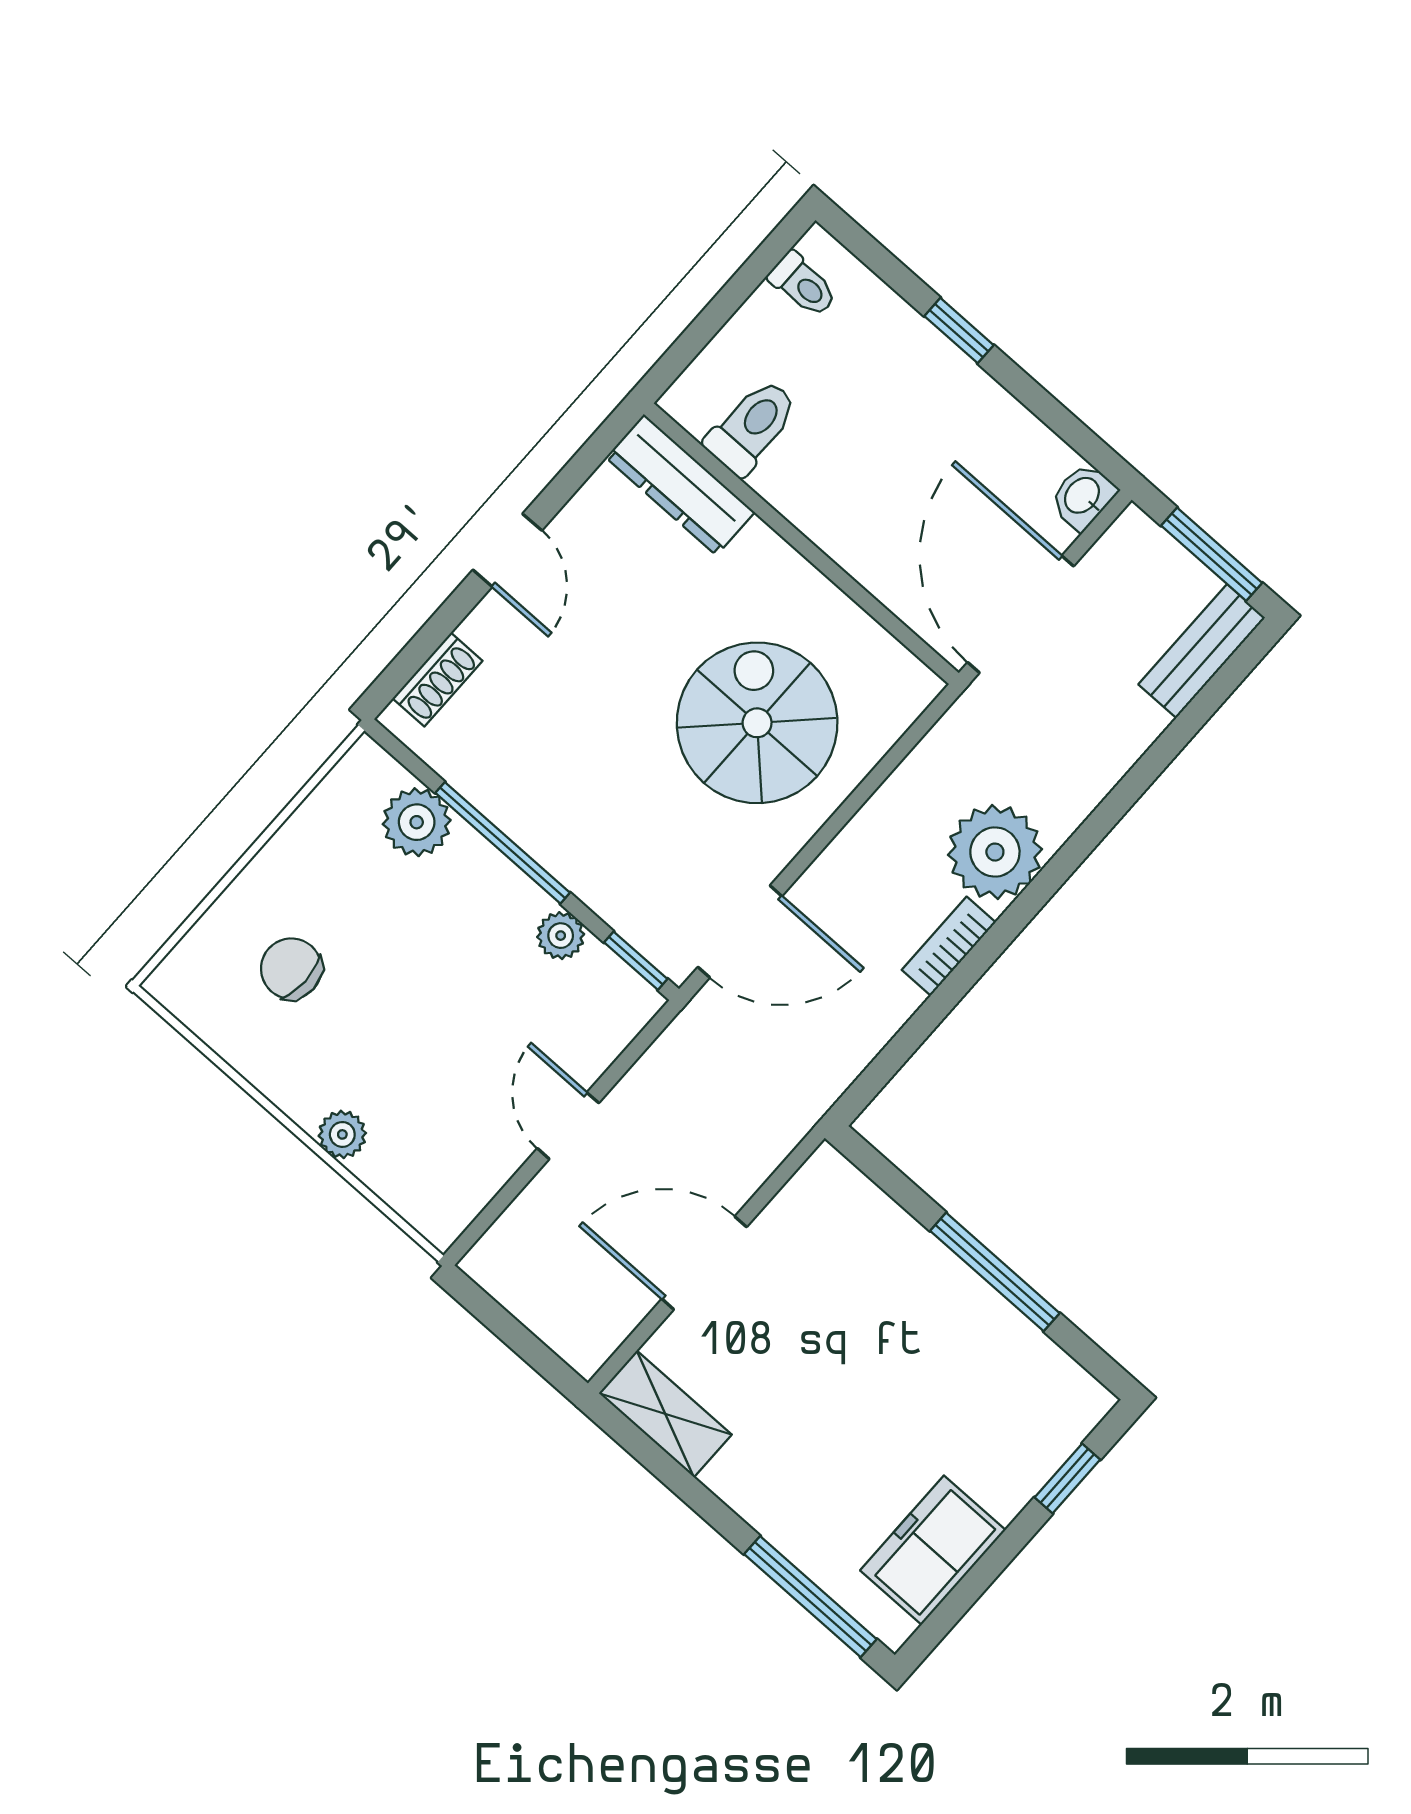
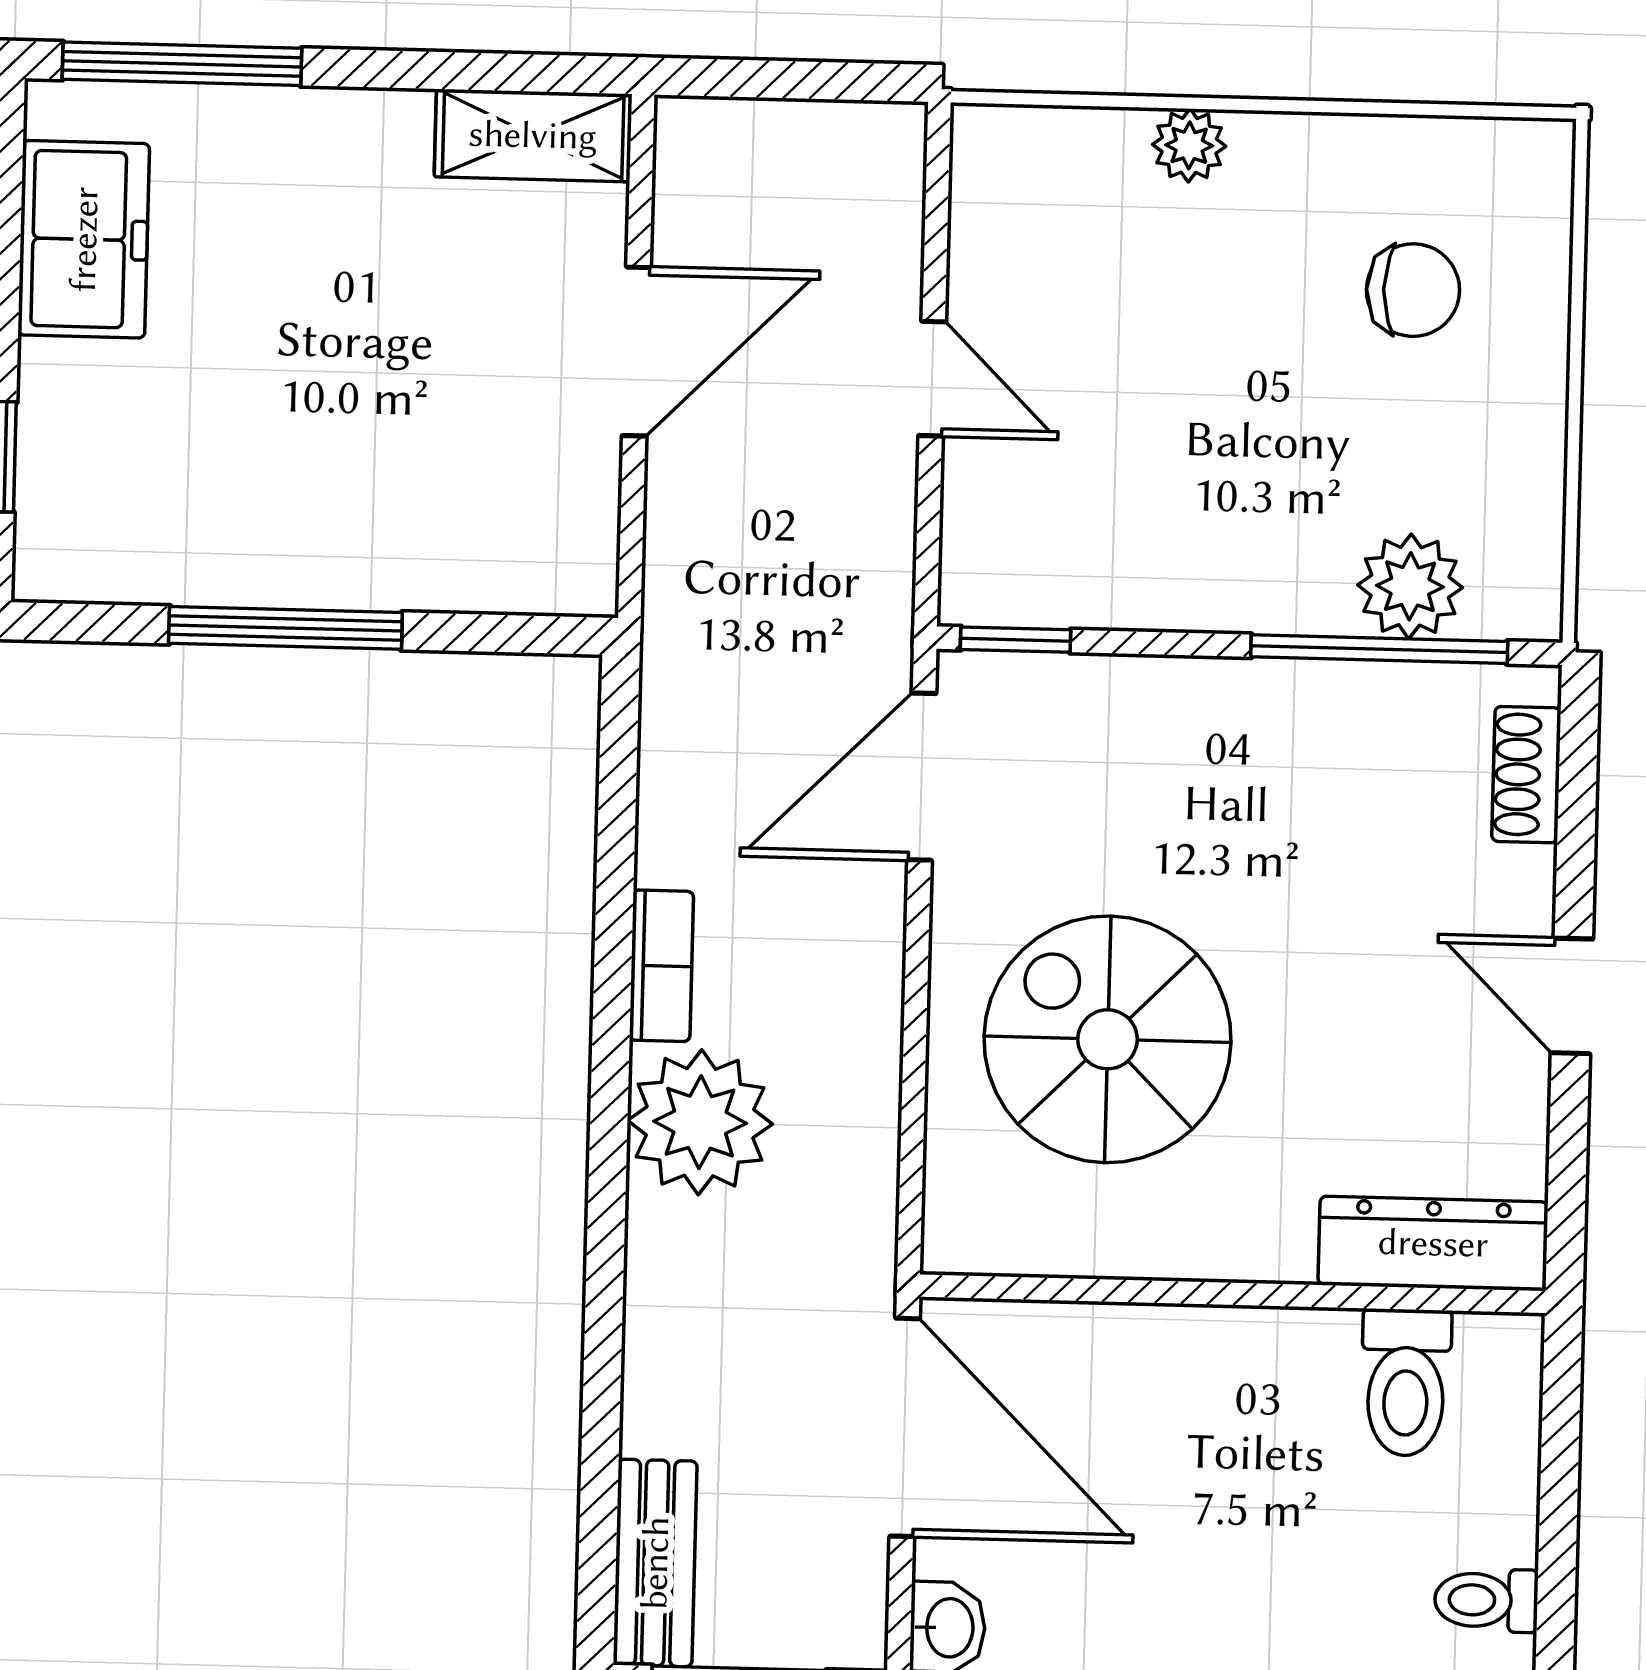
spiral stairs: (757, 723) -> (1108, 1039), turned 180
window: (503, 843) -> (1379, 649), moved
plant: (561, 936) -> (1129, 595), removed

